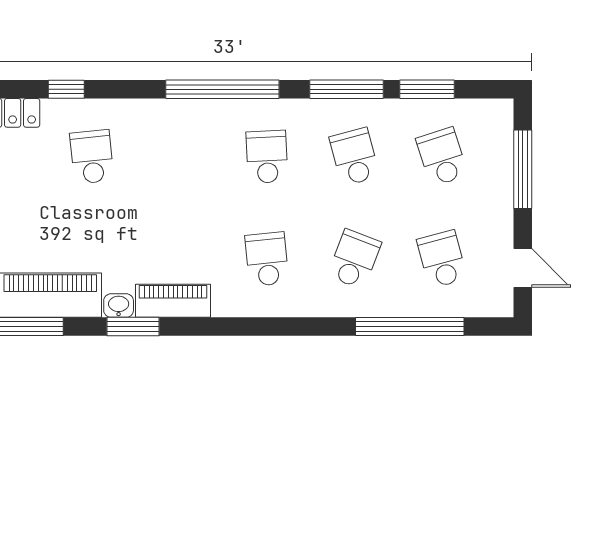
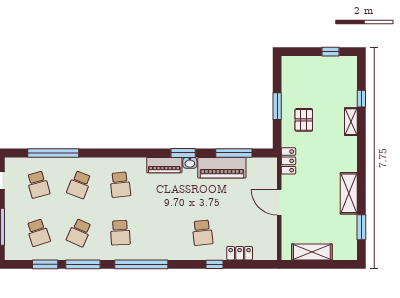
school desk: (354, 157) -> (79, 233), turned 39

